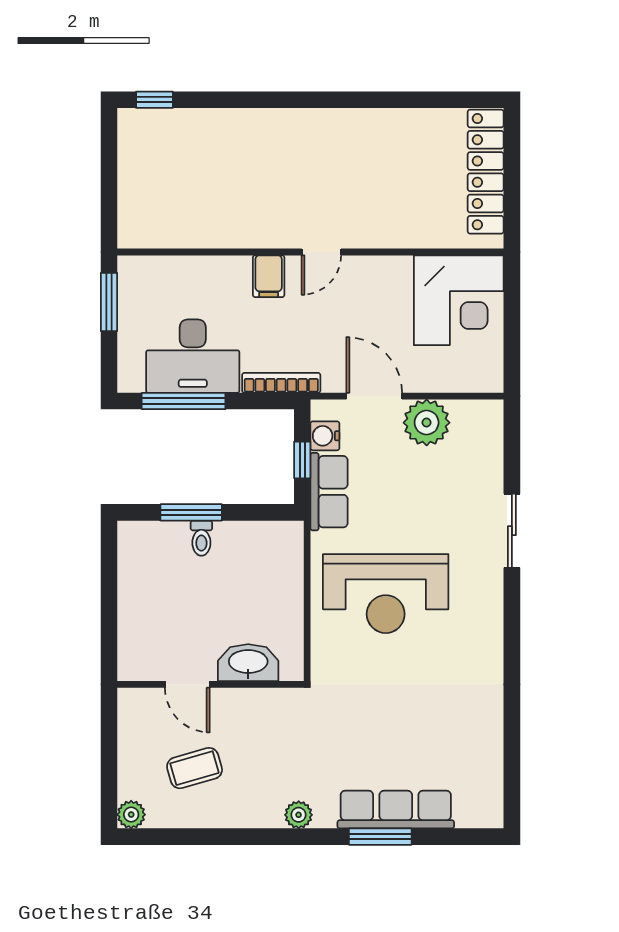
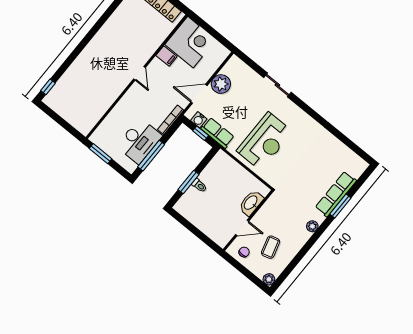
filing cabinet: (269, 276) -> (166, 56), moved
chair: (145, 725) -> (244, 252), added

